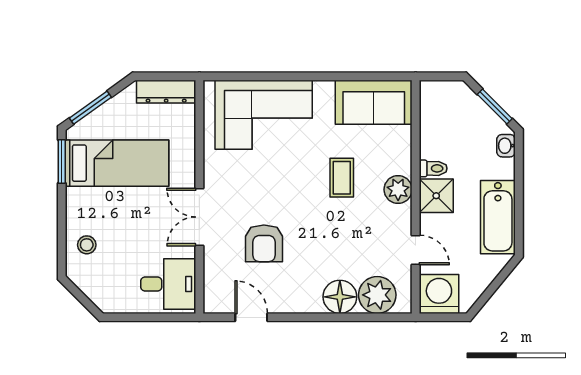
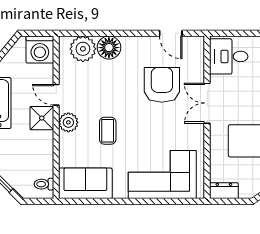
dresser: (166, 92) -> (224, 191), width x0.70
toilet: (433, 168) -> (44, 184), moved
double door: (199, 217) -> (207, 103), swing flipped
armchair: (264, 243) -> (162, 85), width x1.36, depth x1.36
door: (416, 250) -> (56, 95), moved

